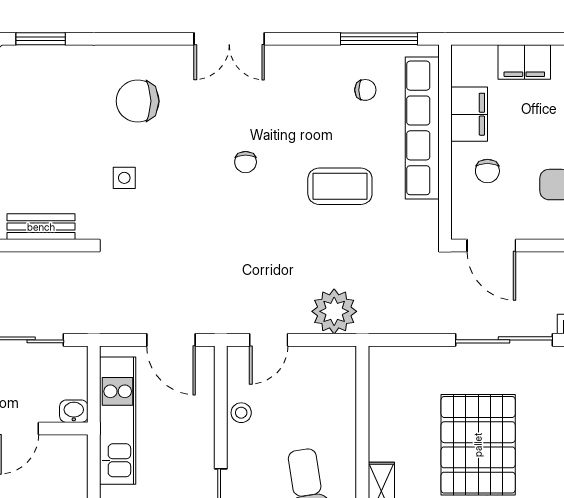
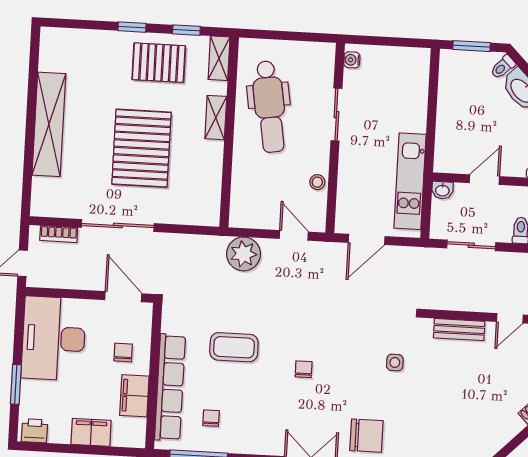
chair: (365, 90) -> (211, 418), turned 90
chair: (138, 101) -> (366, 436), moved
door: (171, 340) -> (367, 239), swing flipped
door: (269, 340) -> (294, 235), hinge flipped

